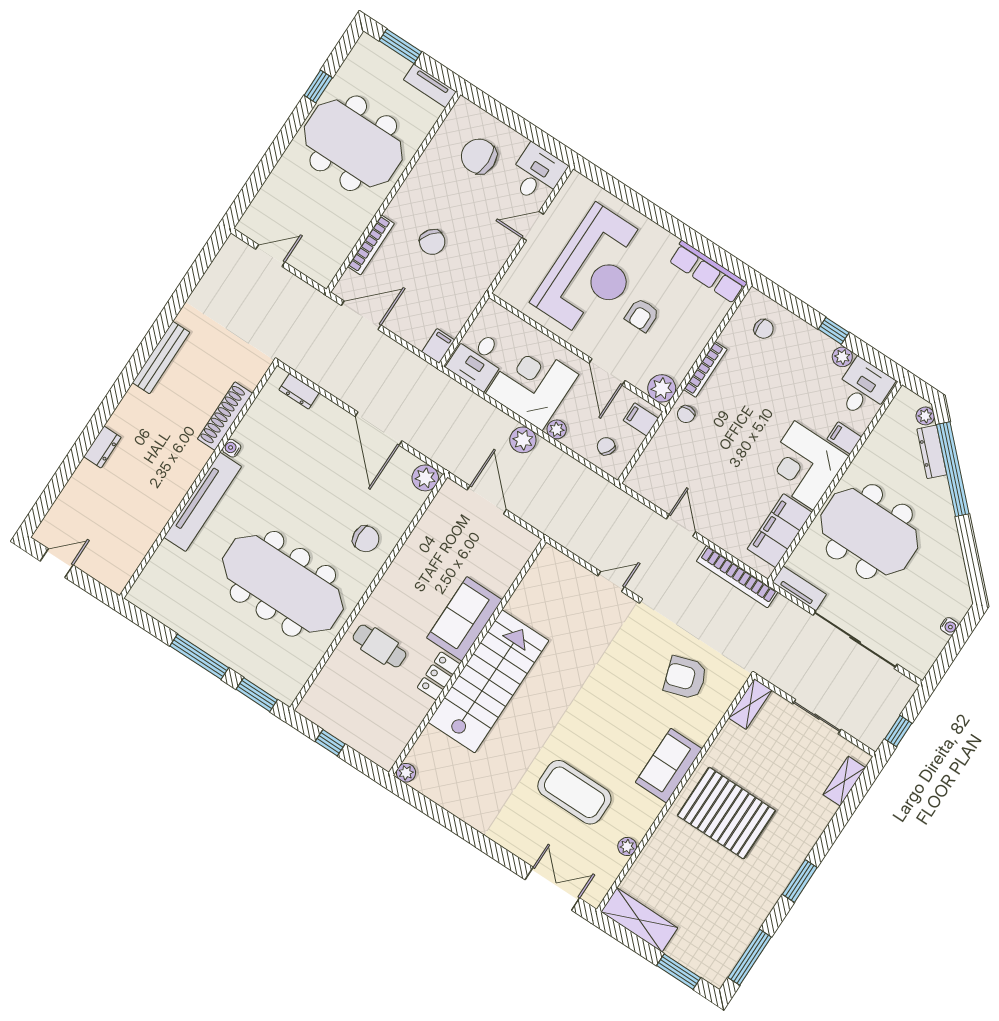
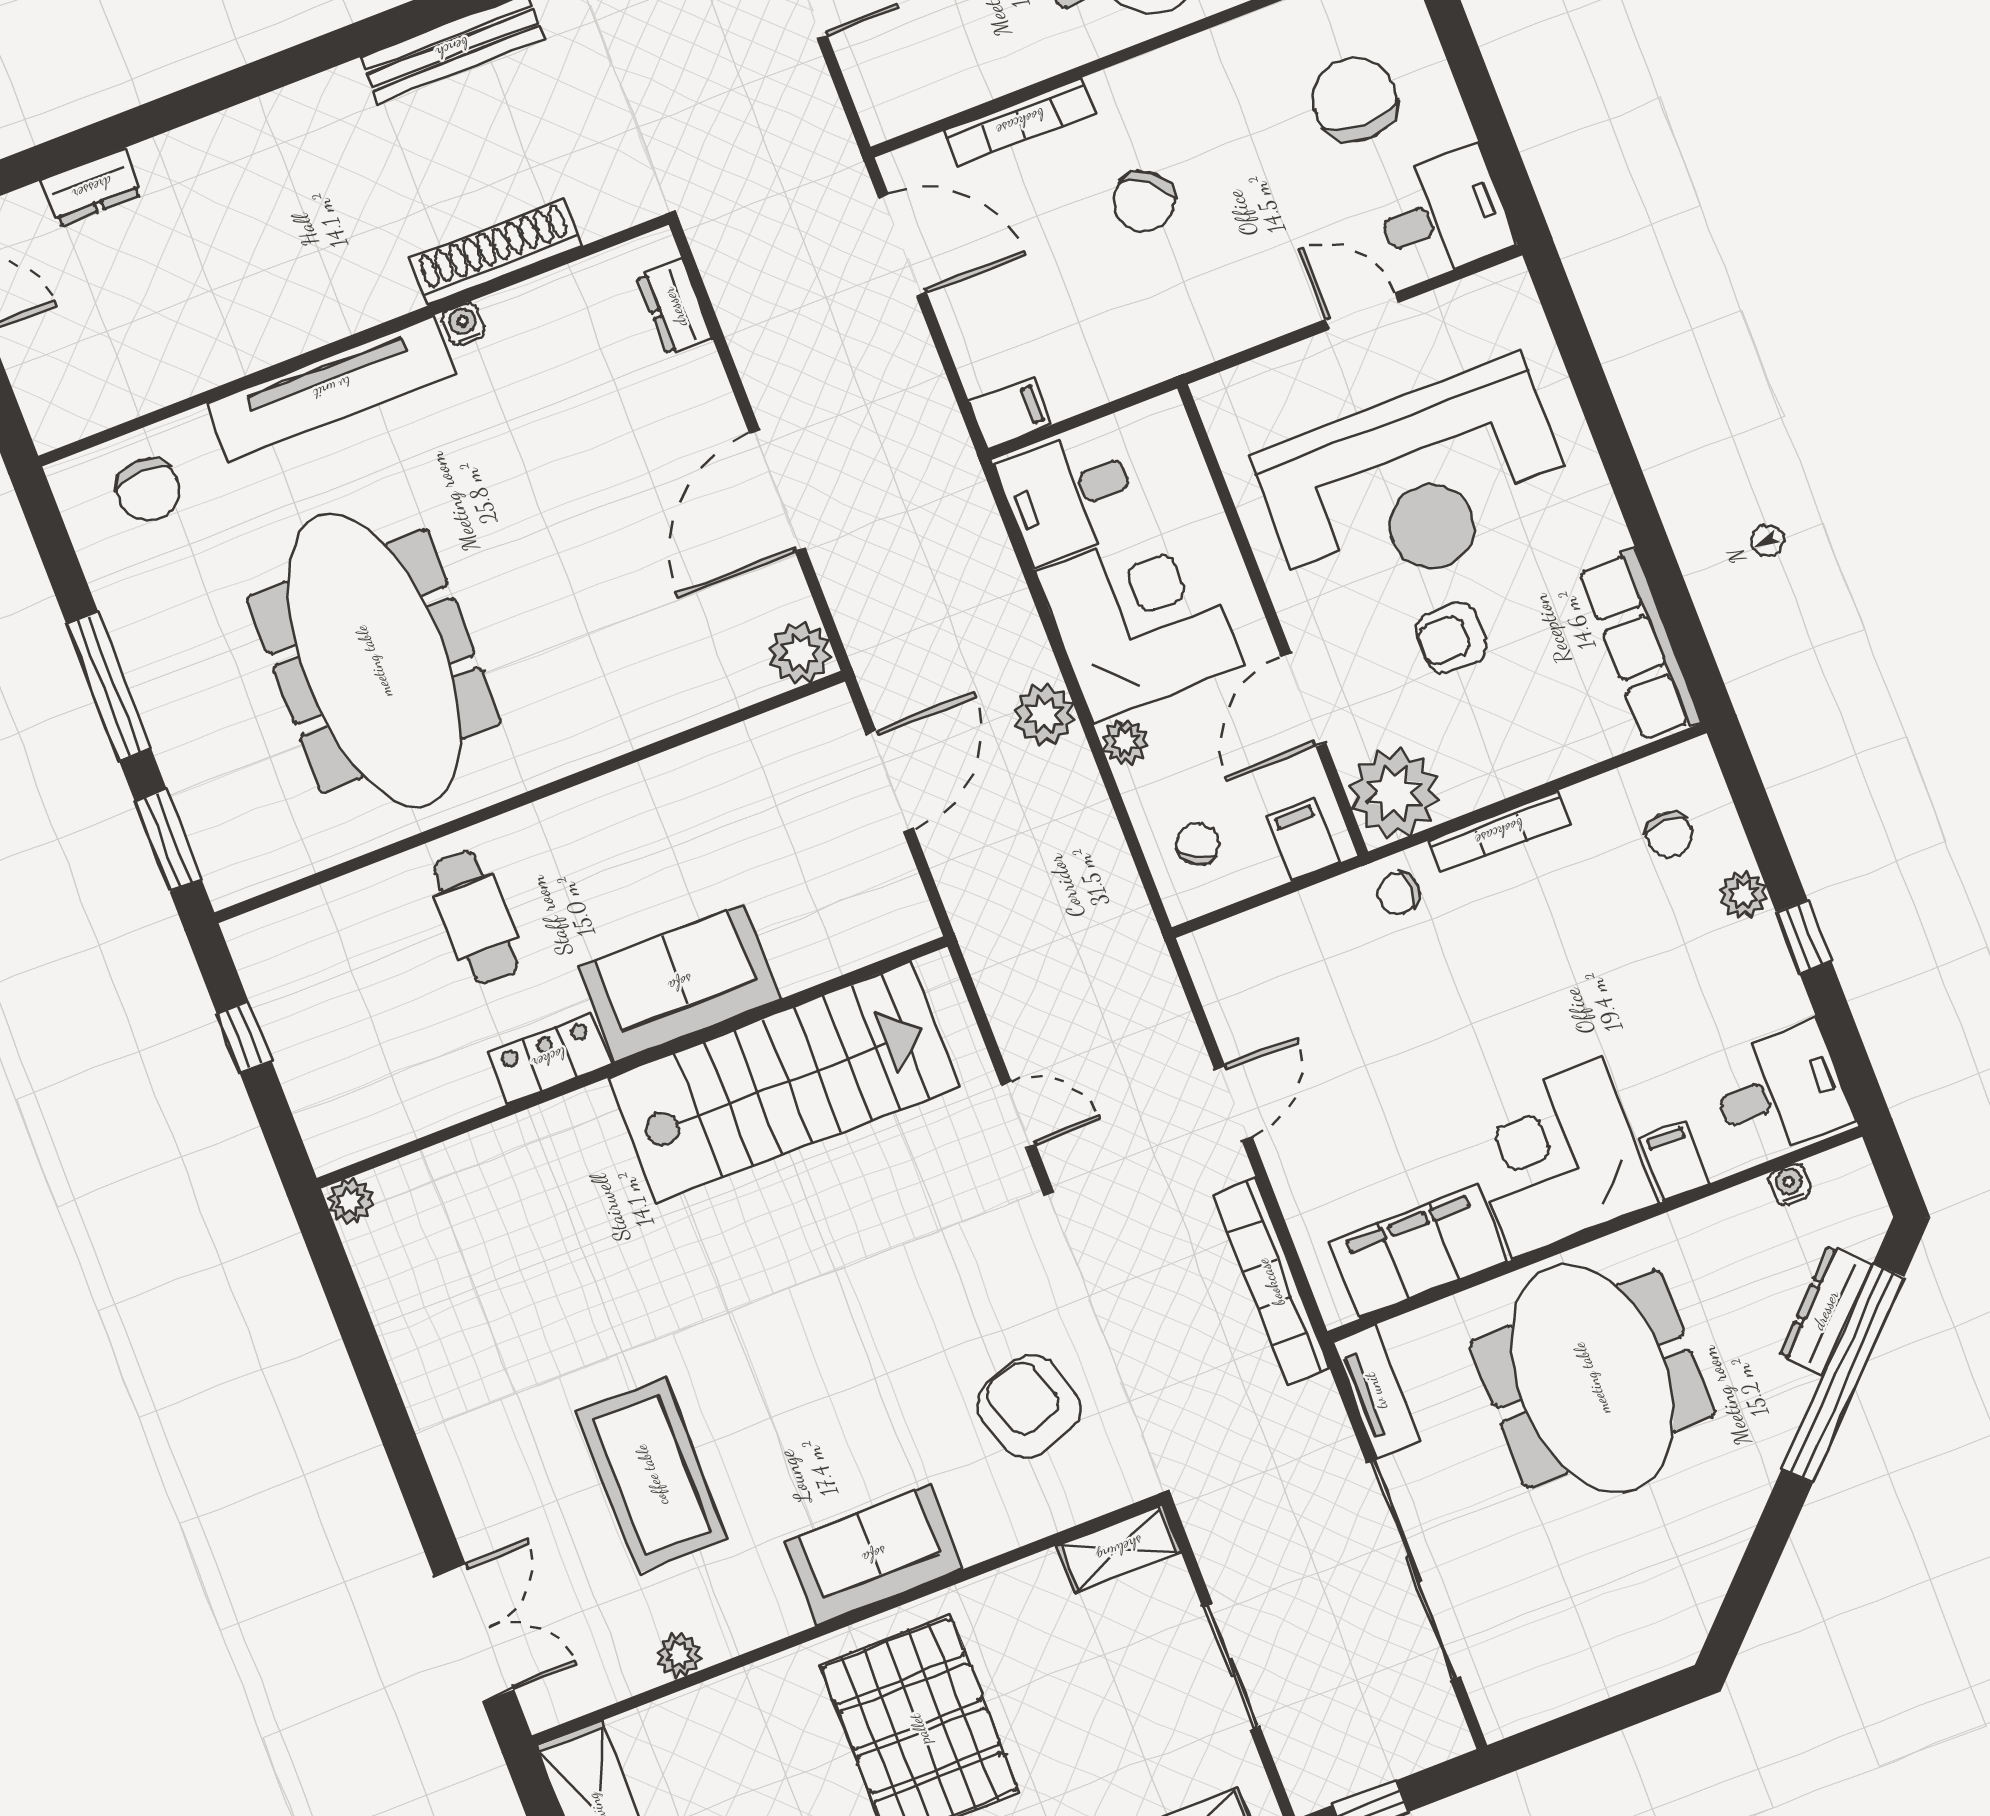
plant: (842, 357) -> (1743, 894), moved
plant: (662, 388) -> (1394, 793), width x1.36, depth x1.36
plant: (925, 416) -> (1863, 1231), removed
dresser: (102, 447) -> (92, 188), moved
chair: (366, 539) -> (148, 490), moved
water cooler: (949, 626) -> (1790, 1184), moved, turned 180
stairs: (488, 681) -> (784, 1082), moved

